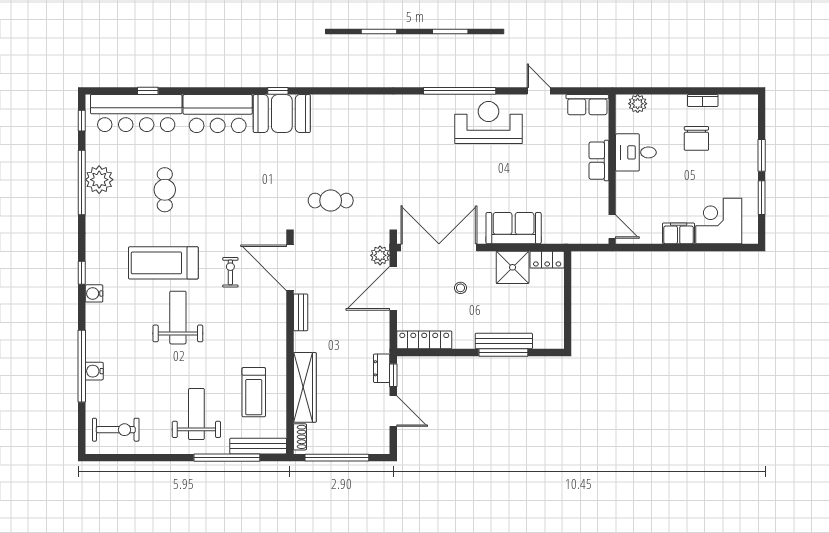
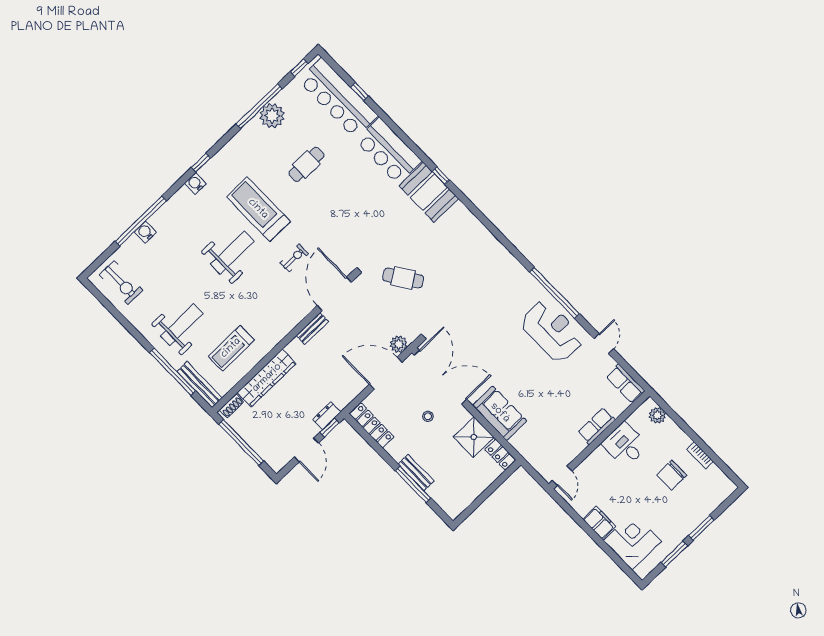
cafe table: (331, 201) -> (403, 278), turned -34
bench: (504, 341) -> (416, 473), width x0.73

